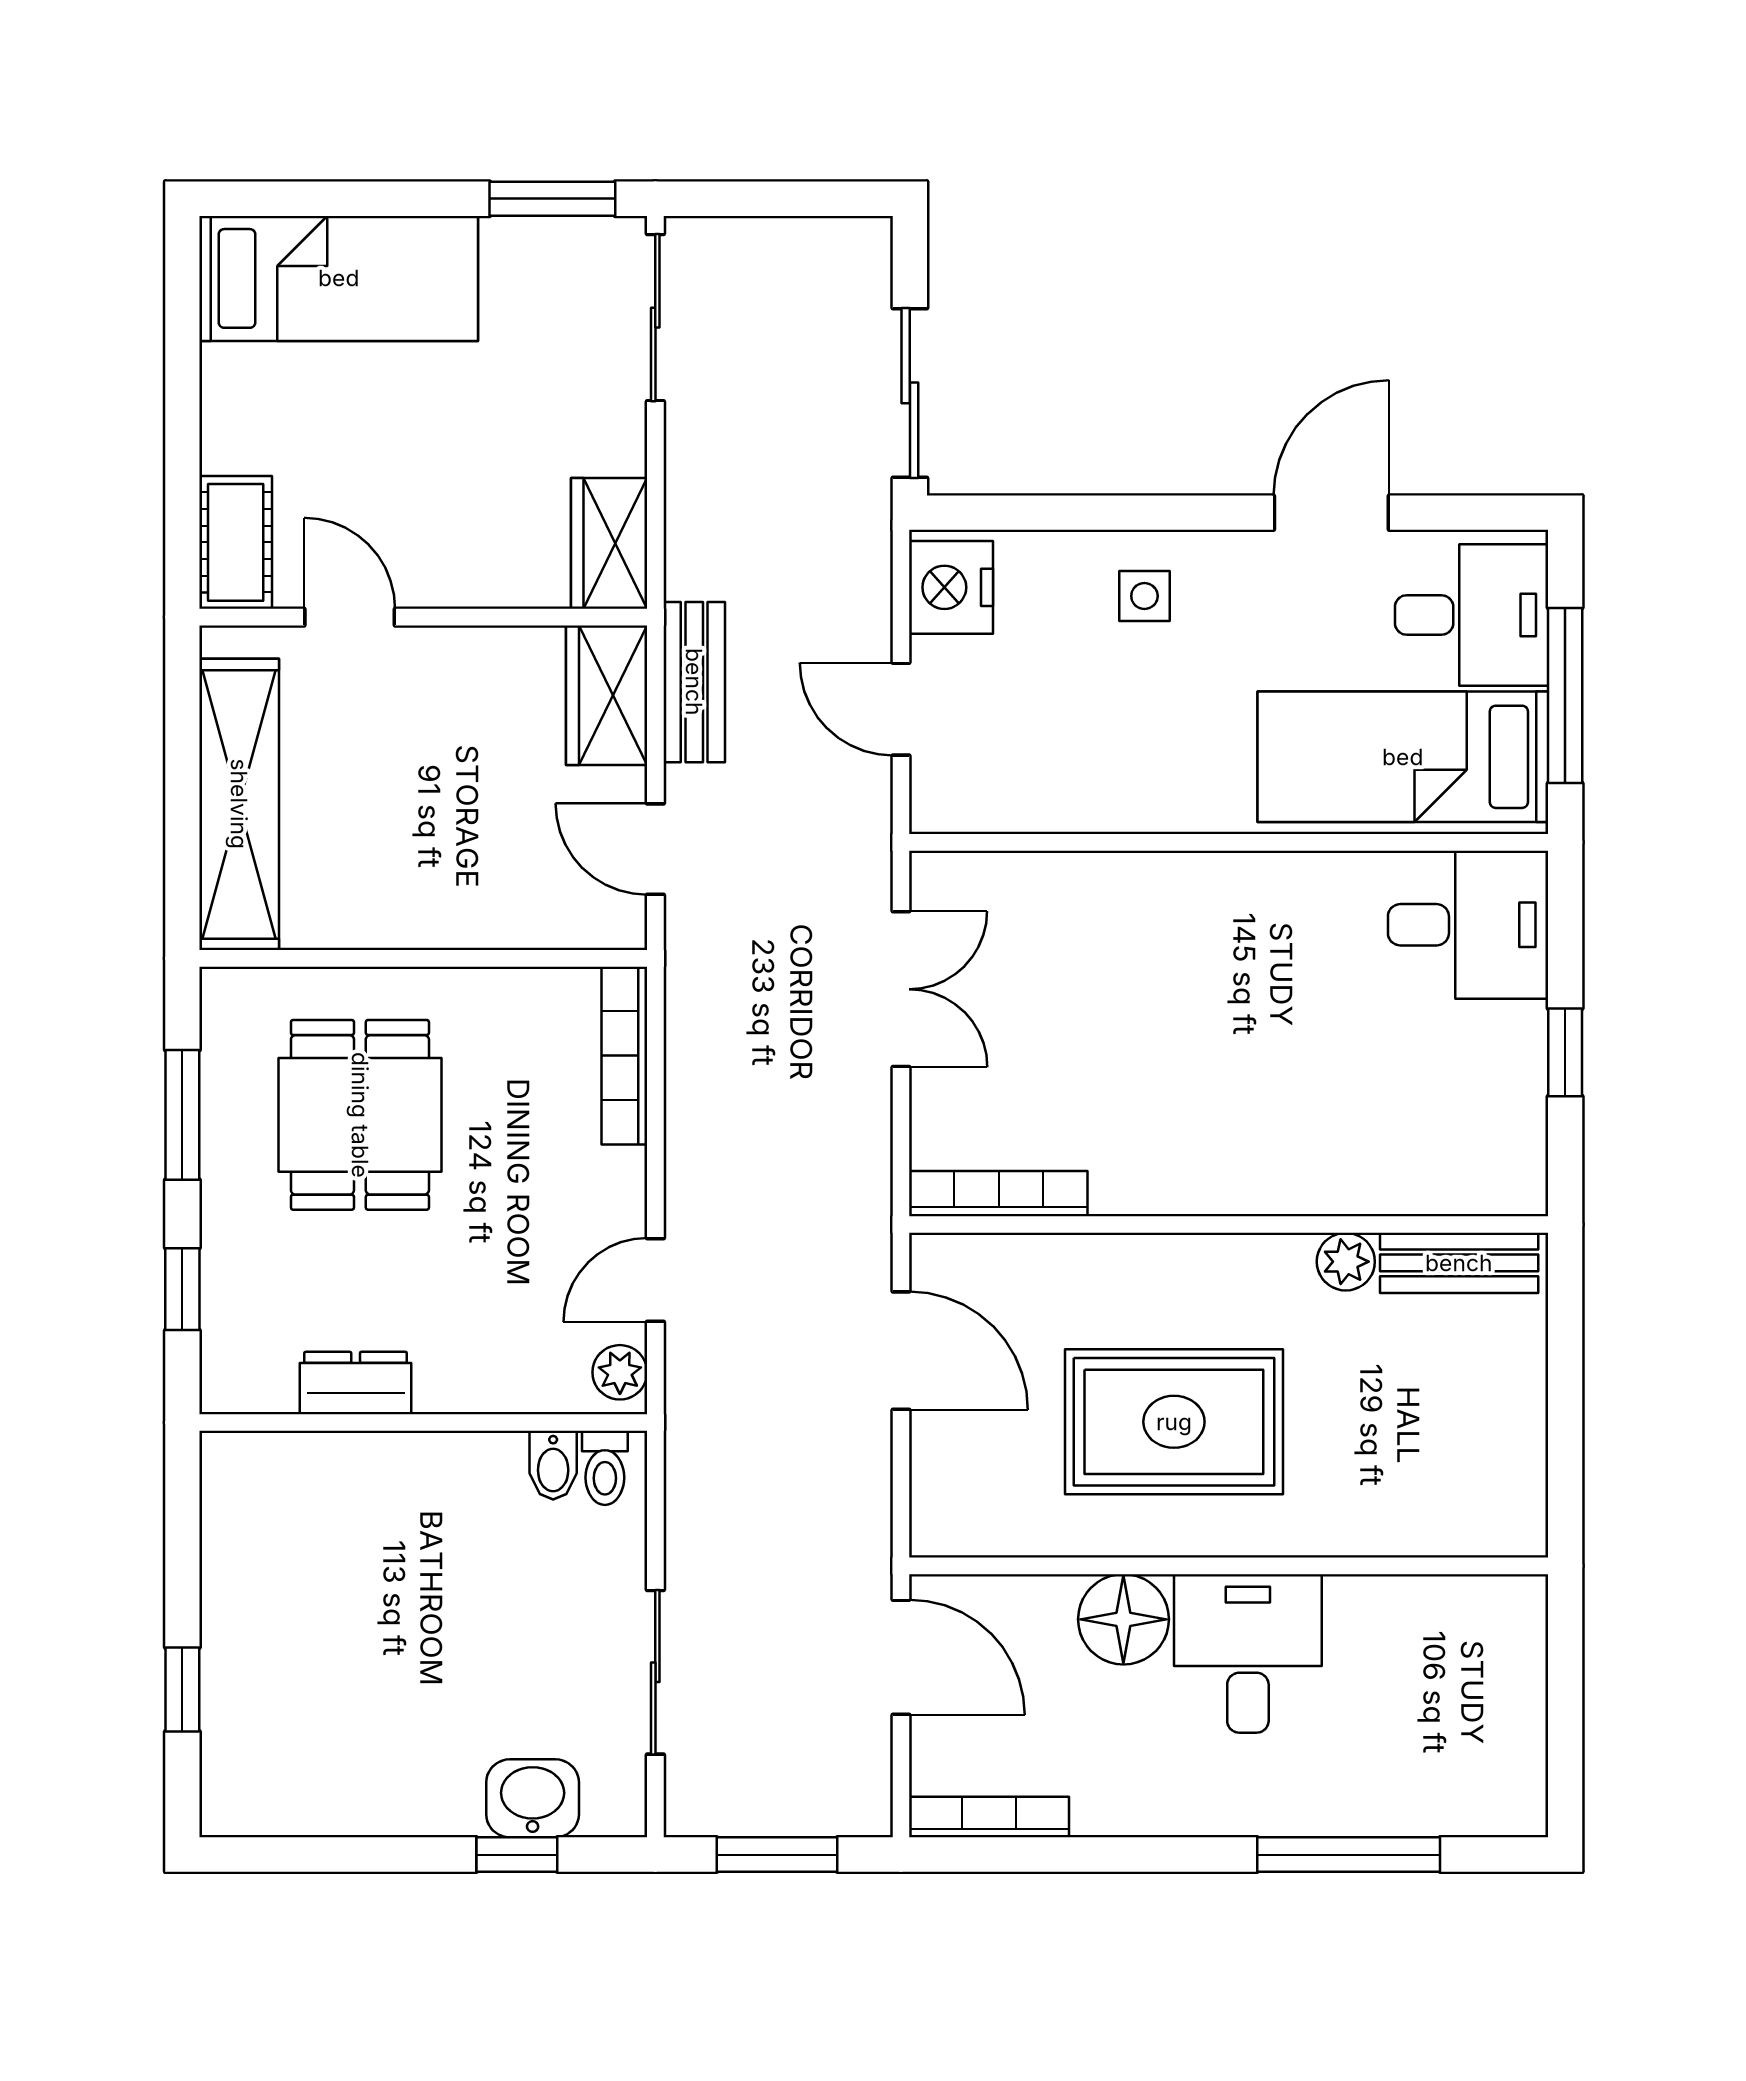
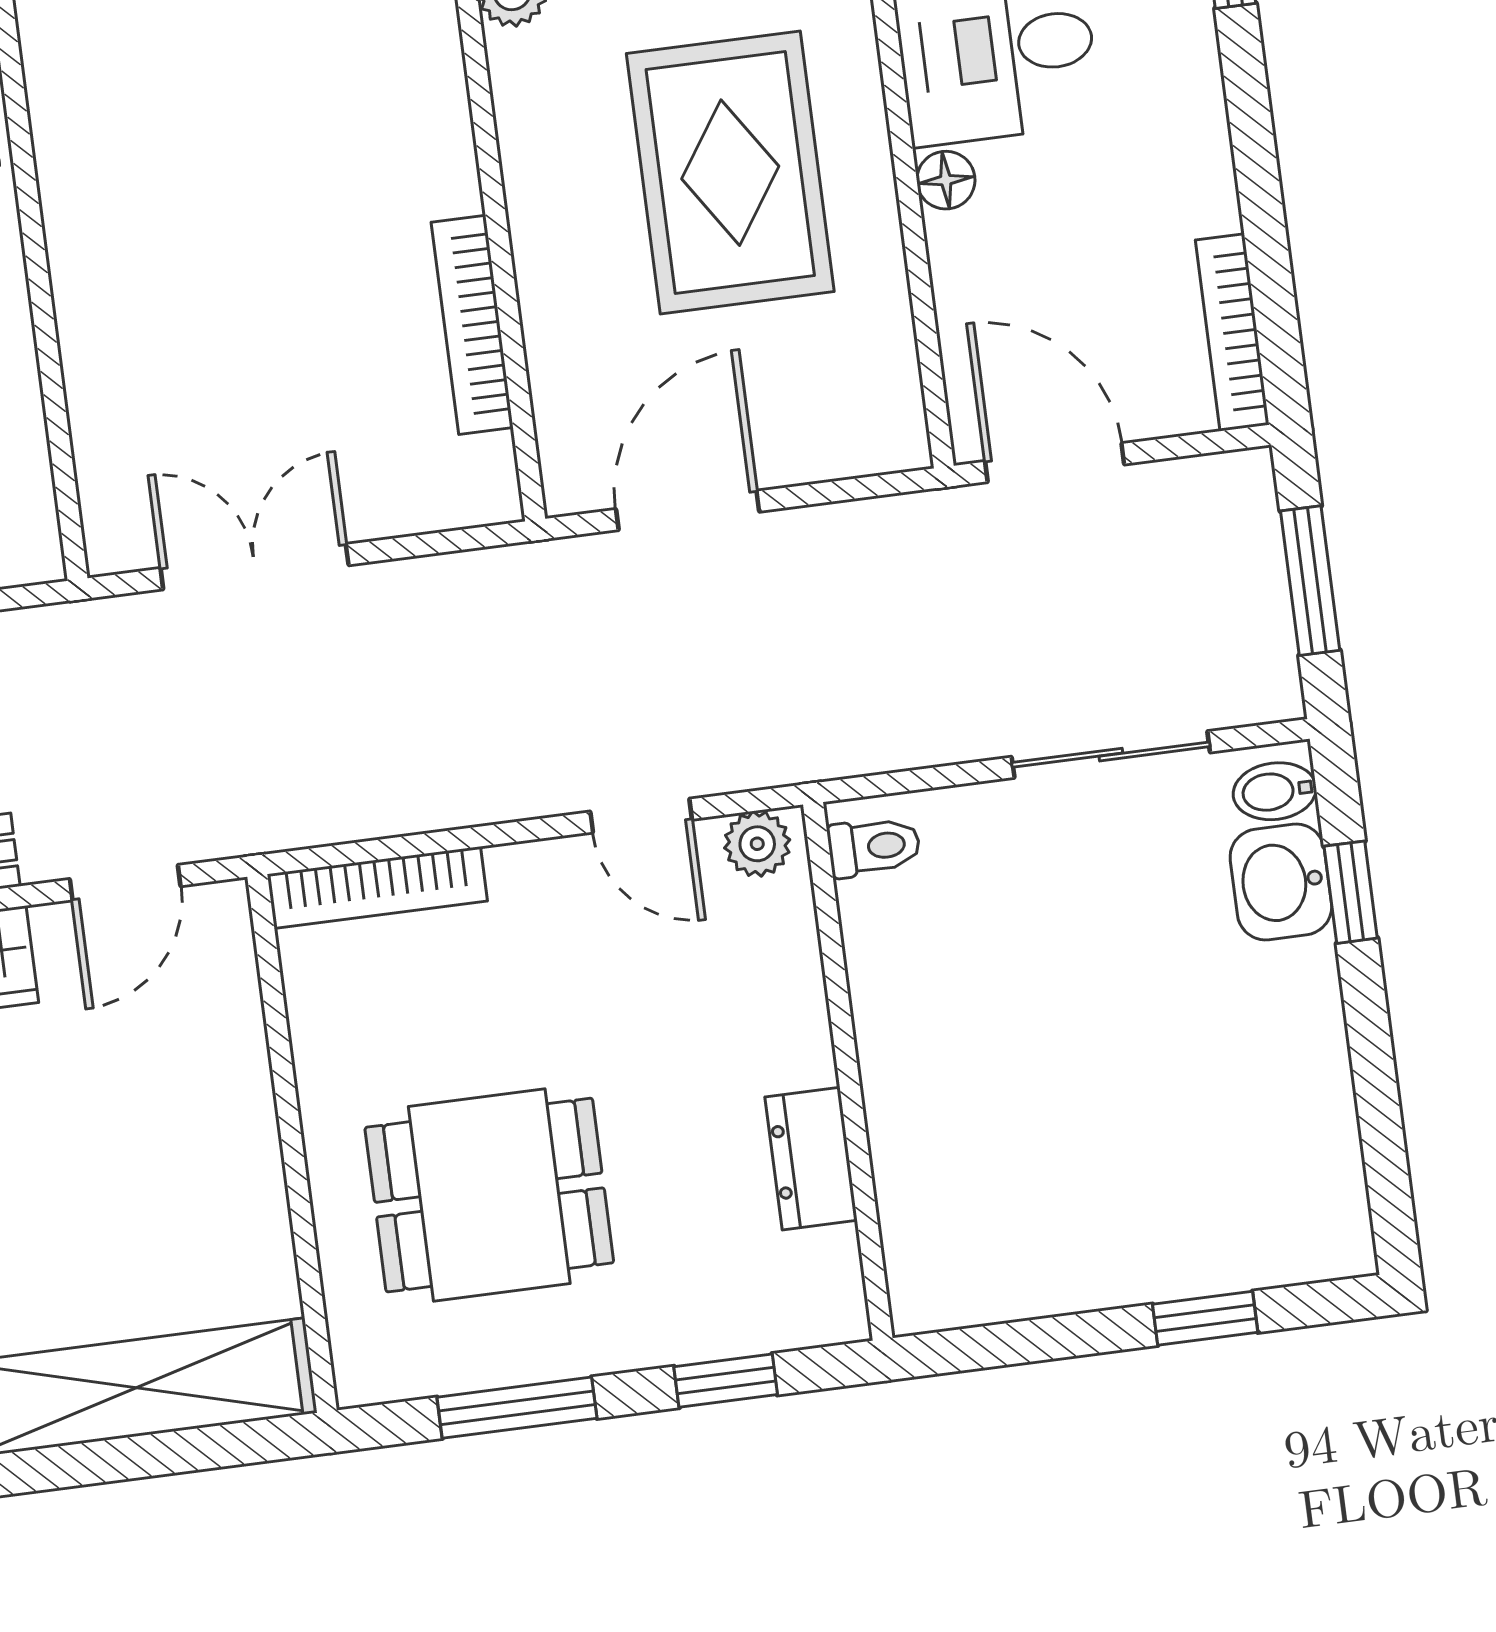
bookcase: (999, 1194) -> (472, 325), moved
bidet: (553, 1465) -> (1275, 791), moved, turned 180
floor lamp: (1123, 1619) -> (946, 180), width x0.53, depth x0.53
door: (901, 1657) -> (1055, 463), hinge flipped

